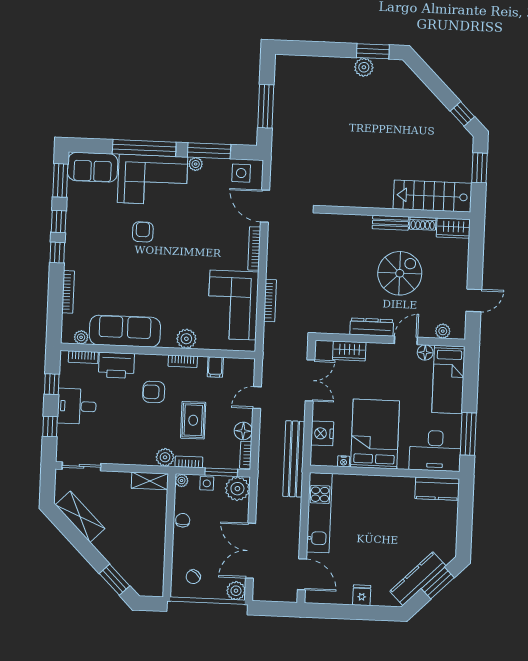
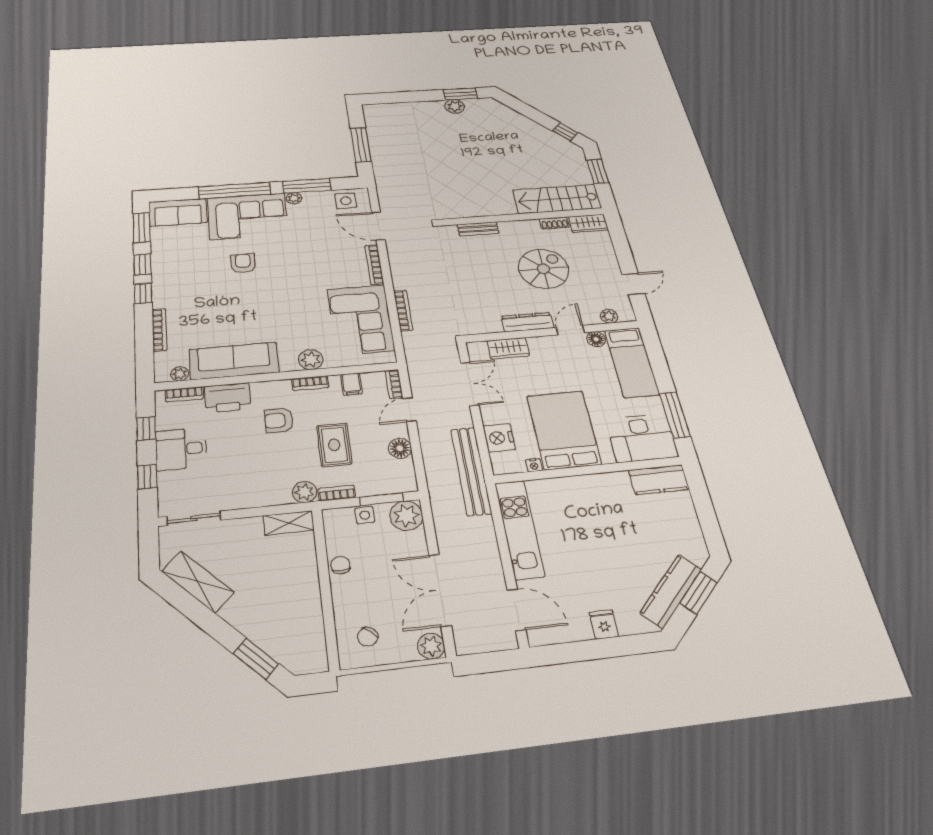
bench: (391, 223) -> (478, 229), moved
bookcase: (246, 455) -> (394, 384), moved
plant: (182, 481) -> (331, 516), removed

